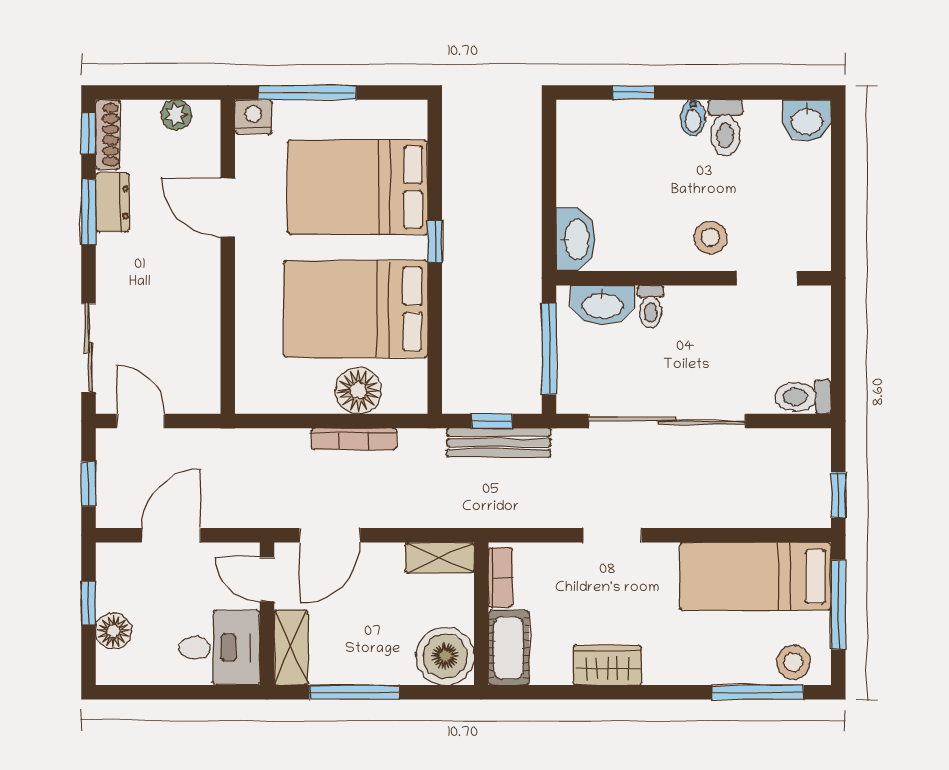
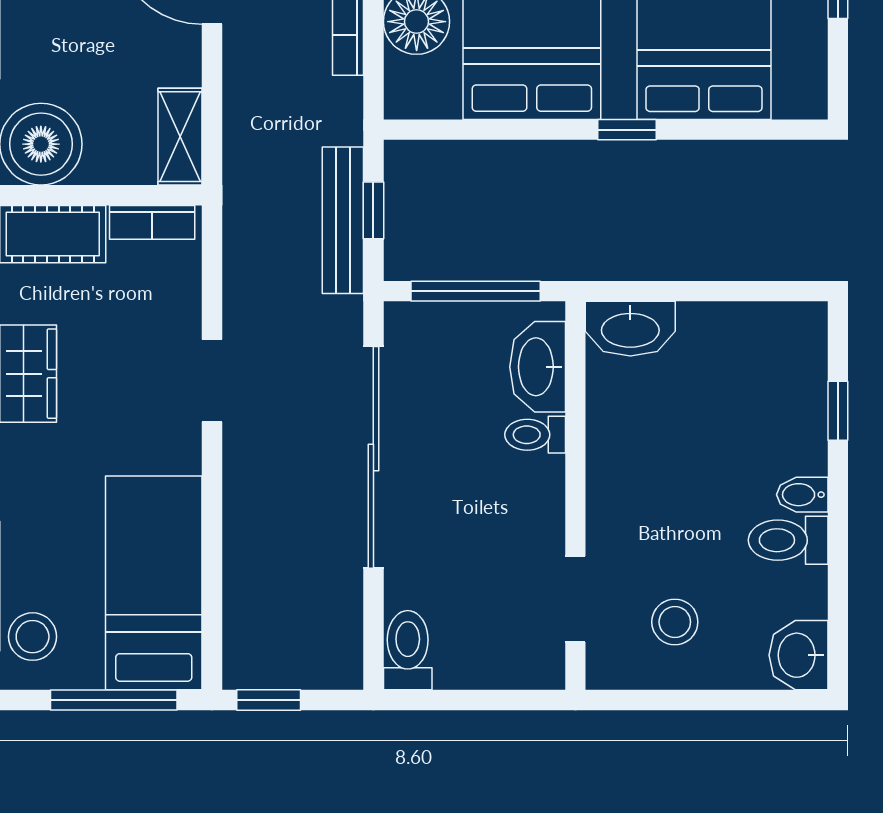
stool: (710, 237) -> (675, 622), moved

